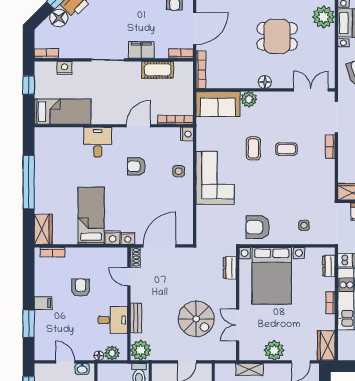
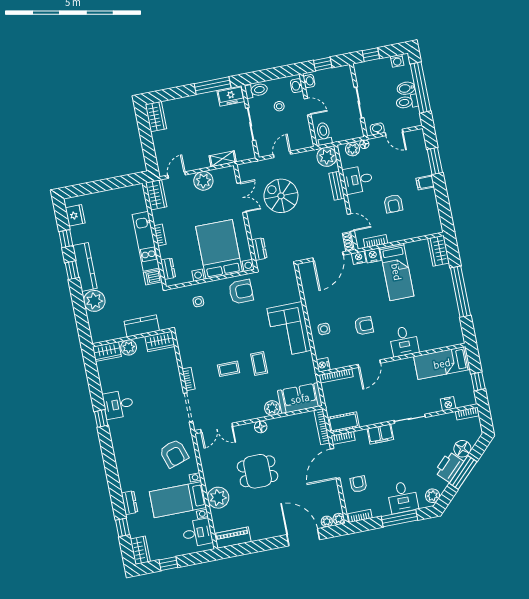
cot: (158, 70) -> (343, 422), moved
bookcase: (53, 252) -> (376, 241), moved

